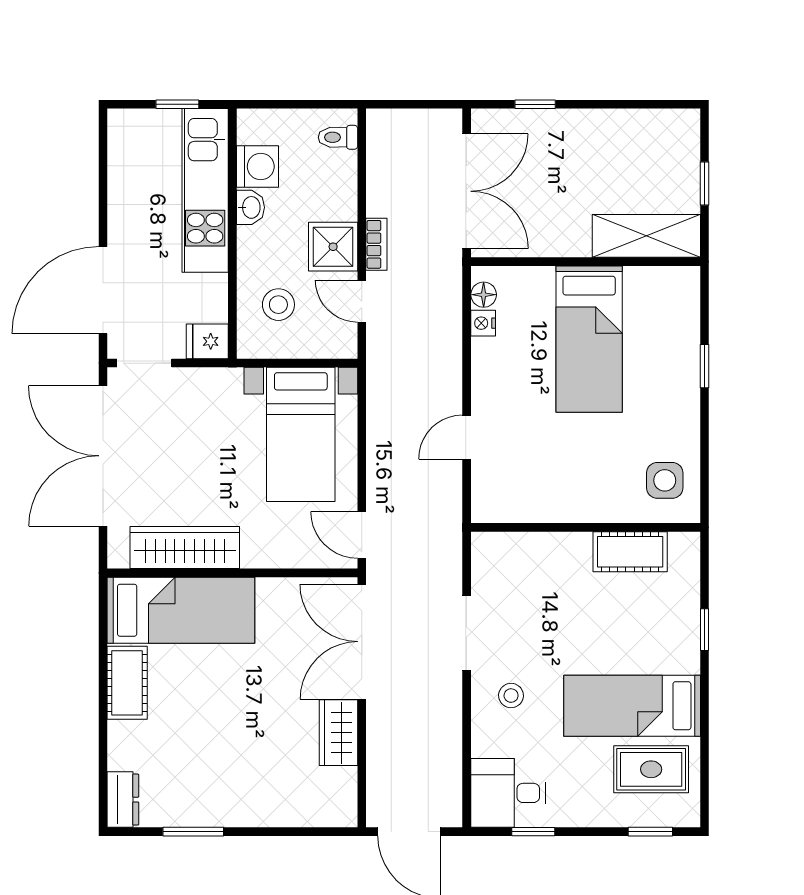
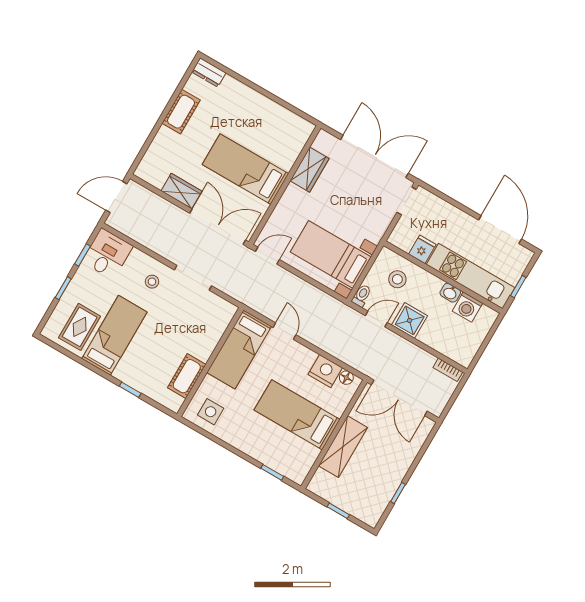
window: (535, 104) -> (398, 493), moved
toilet: (338, 137) -> (362, 296), moved
shelving: (646, 236) -> (343, 447), moved
bookcase: (376, 244) -> (448, 370), moved
door: (103, 290) -> (500, 230), moved
nightstand: (483, 323) -> (325, 371), width x1.89, depth x1.79
fridge: (207, 341) -> (422, 249), moved
window: (704, 366) -> (272, 472), moved
bed: (538, 493) -> (239, 349), added
wardrobe: (185, 548) -> (310, 170), width x0.67
bed: (181, 610) -> (245, 169), moved, turned 90
cot: (127, 683) -> (181, 112), moved, turned 90
window: (193, 832) -> (175, 96), removed
window: (650, 832) -> (63, 288), moved

